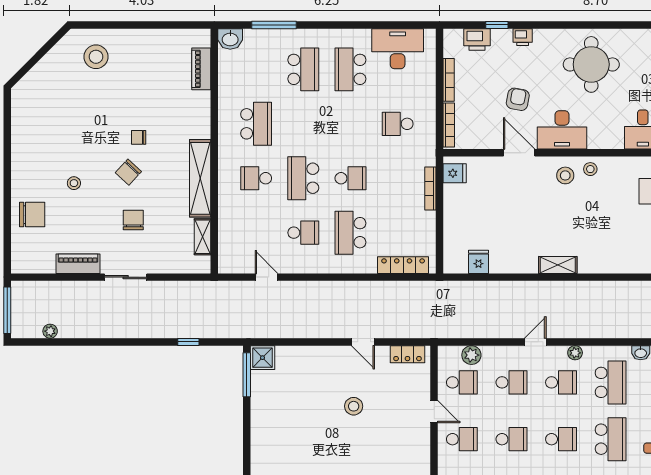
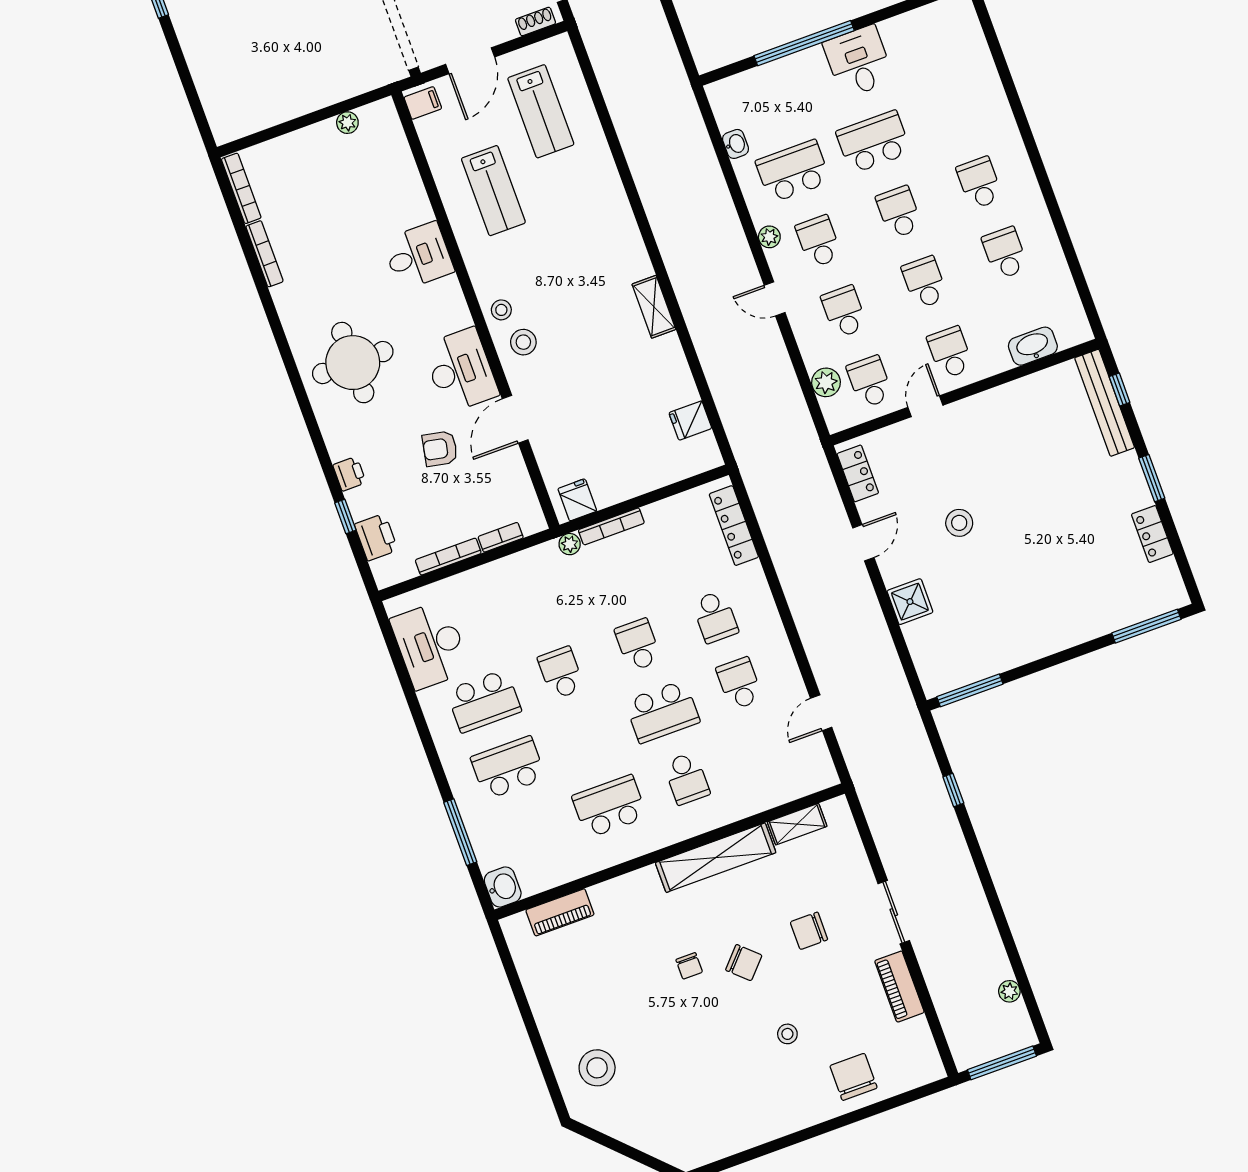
school desk: (398, 124) -> (561, 673), moved, turned 180
bookcase: (449, 125) -> (501, 537), width x0.64
plant: (429, 158) -> (570, 544), added
school desk: (350, 233) -> (715, 617), width x0.54
shower: (262, 358) -> (910, 602), moved

